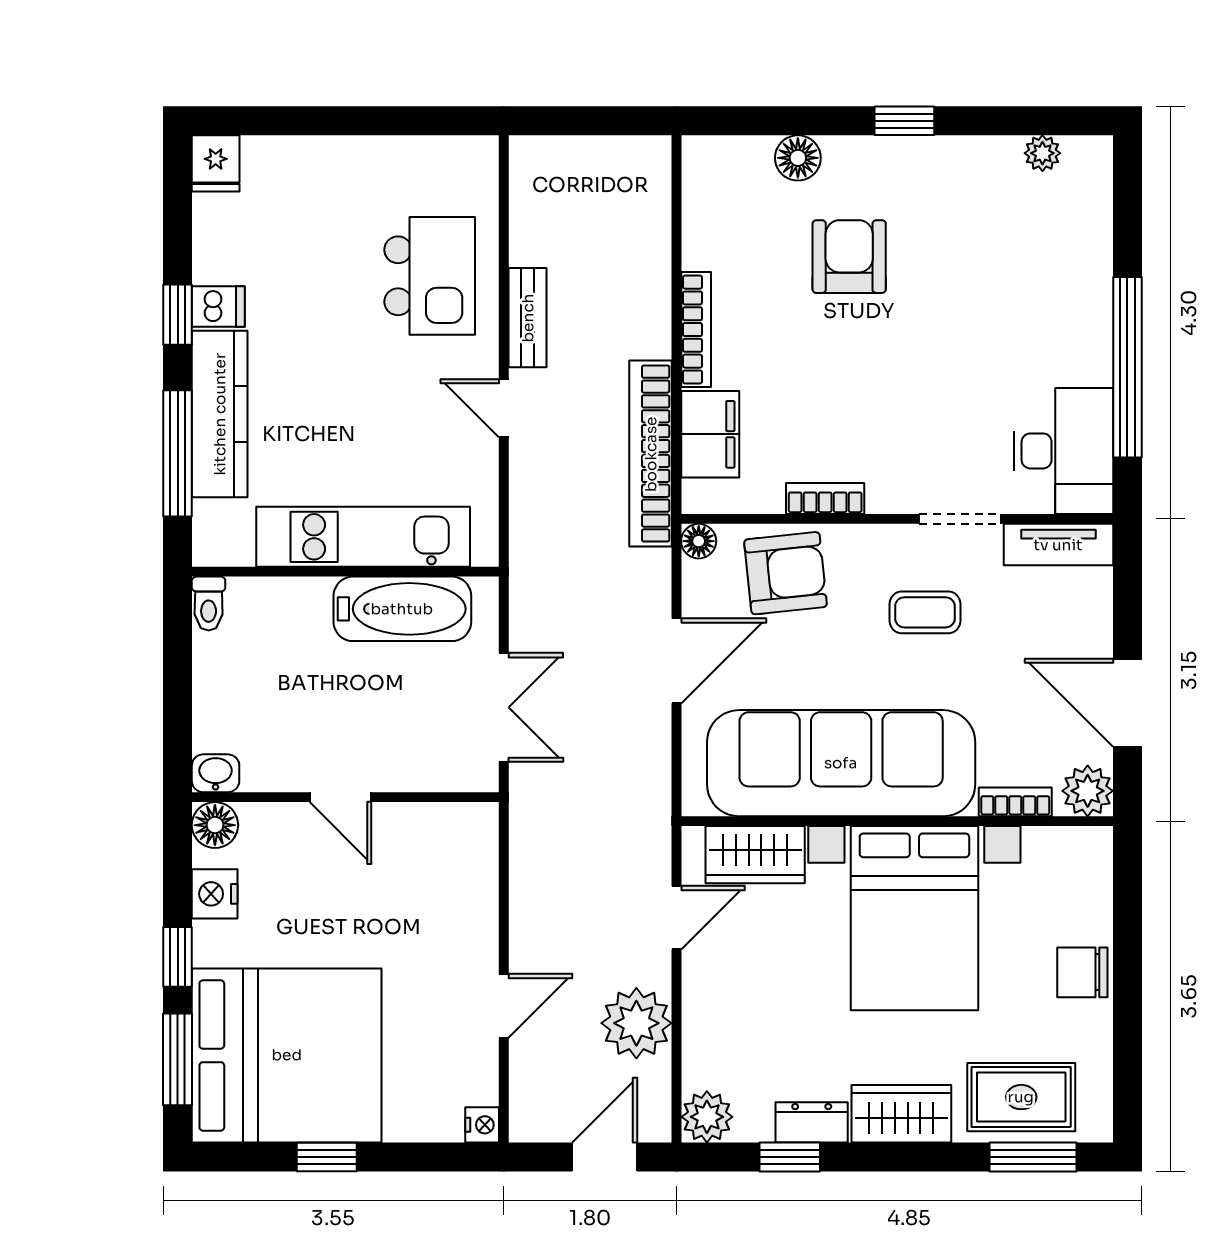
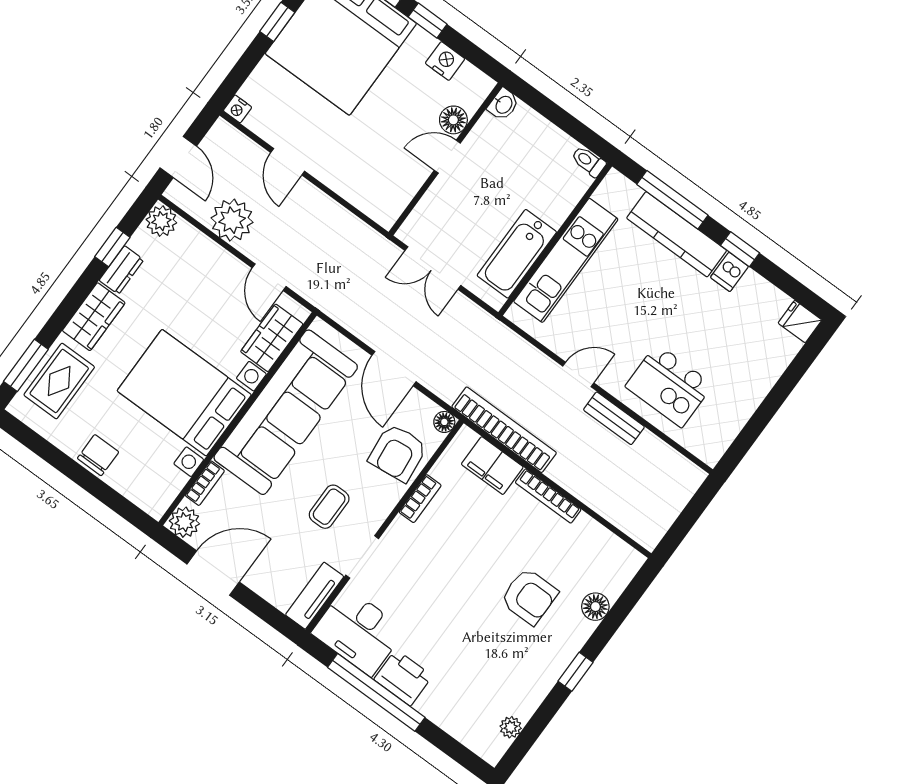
printer: (1081, 346) -> (403, 678), added
floor lamp: (215, 825) -> (453, 120), moved

